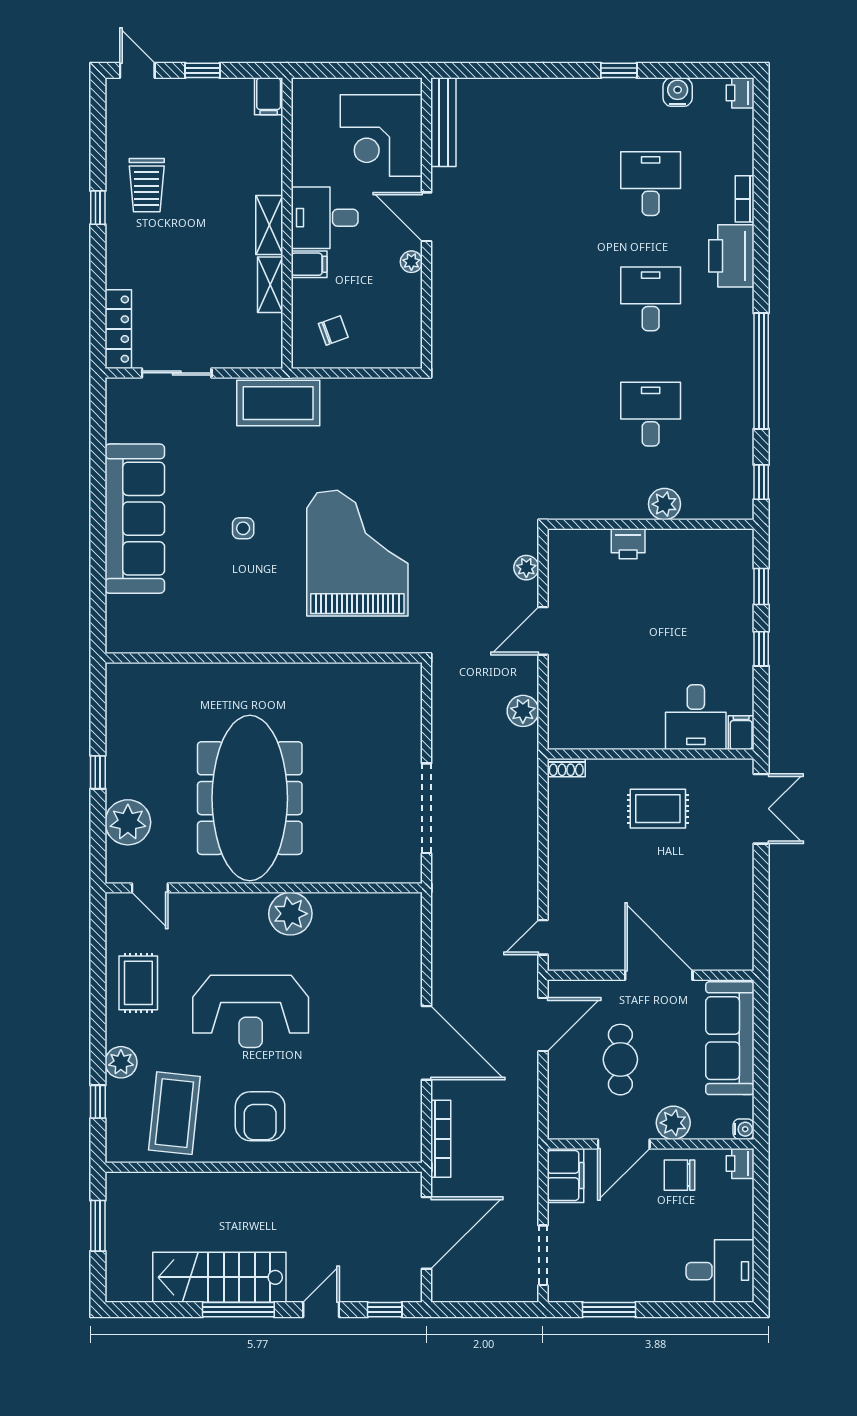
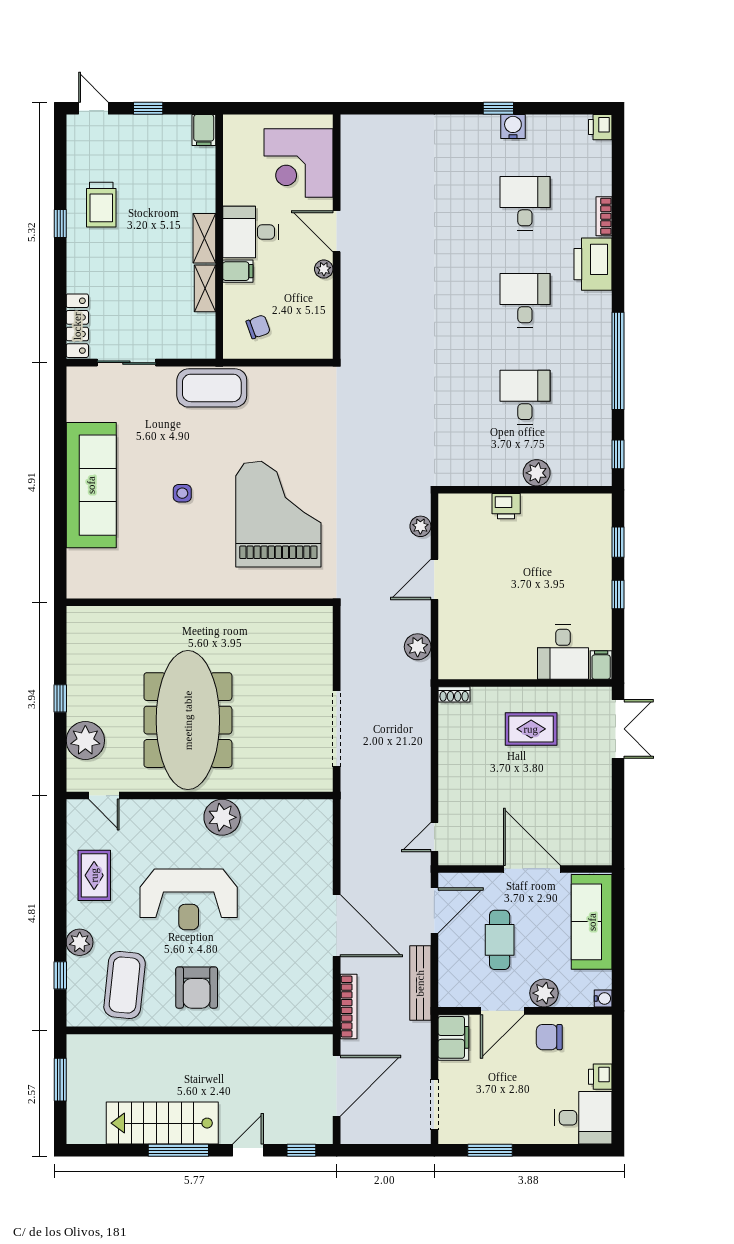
water cooler: (678, 92) -> (513, 126), moved
bench: (443, 122) -> (420, 983), moved
printer: (740, 1163) -> (600, 1077), moved

